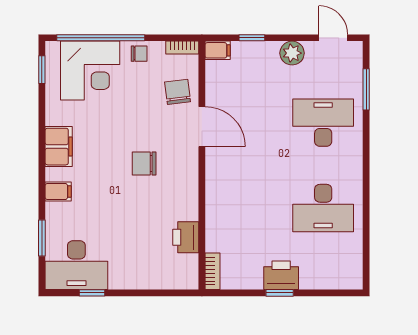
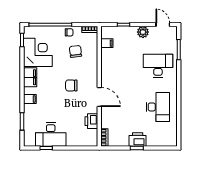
filing cabinet: (218, 50) -> (107, 43), moved
corner desk: (90, 71) -> (38, 52), moved, turned -90
chair: (178, 92) -> (75, 51), moved
door: (202, 127) -> (99, 97), moved
desk: (323, 208) -> (158, 107), turned -90
desk: (76, 265) -> (51, 135), moved

